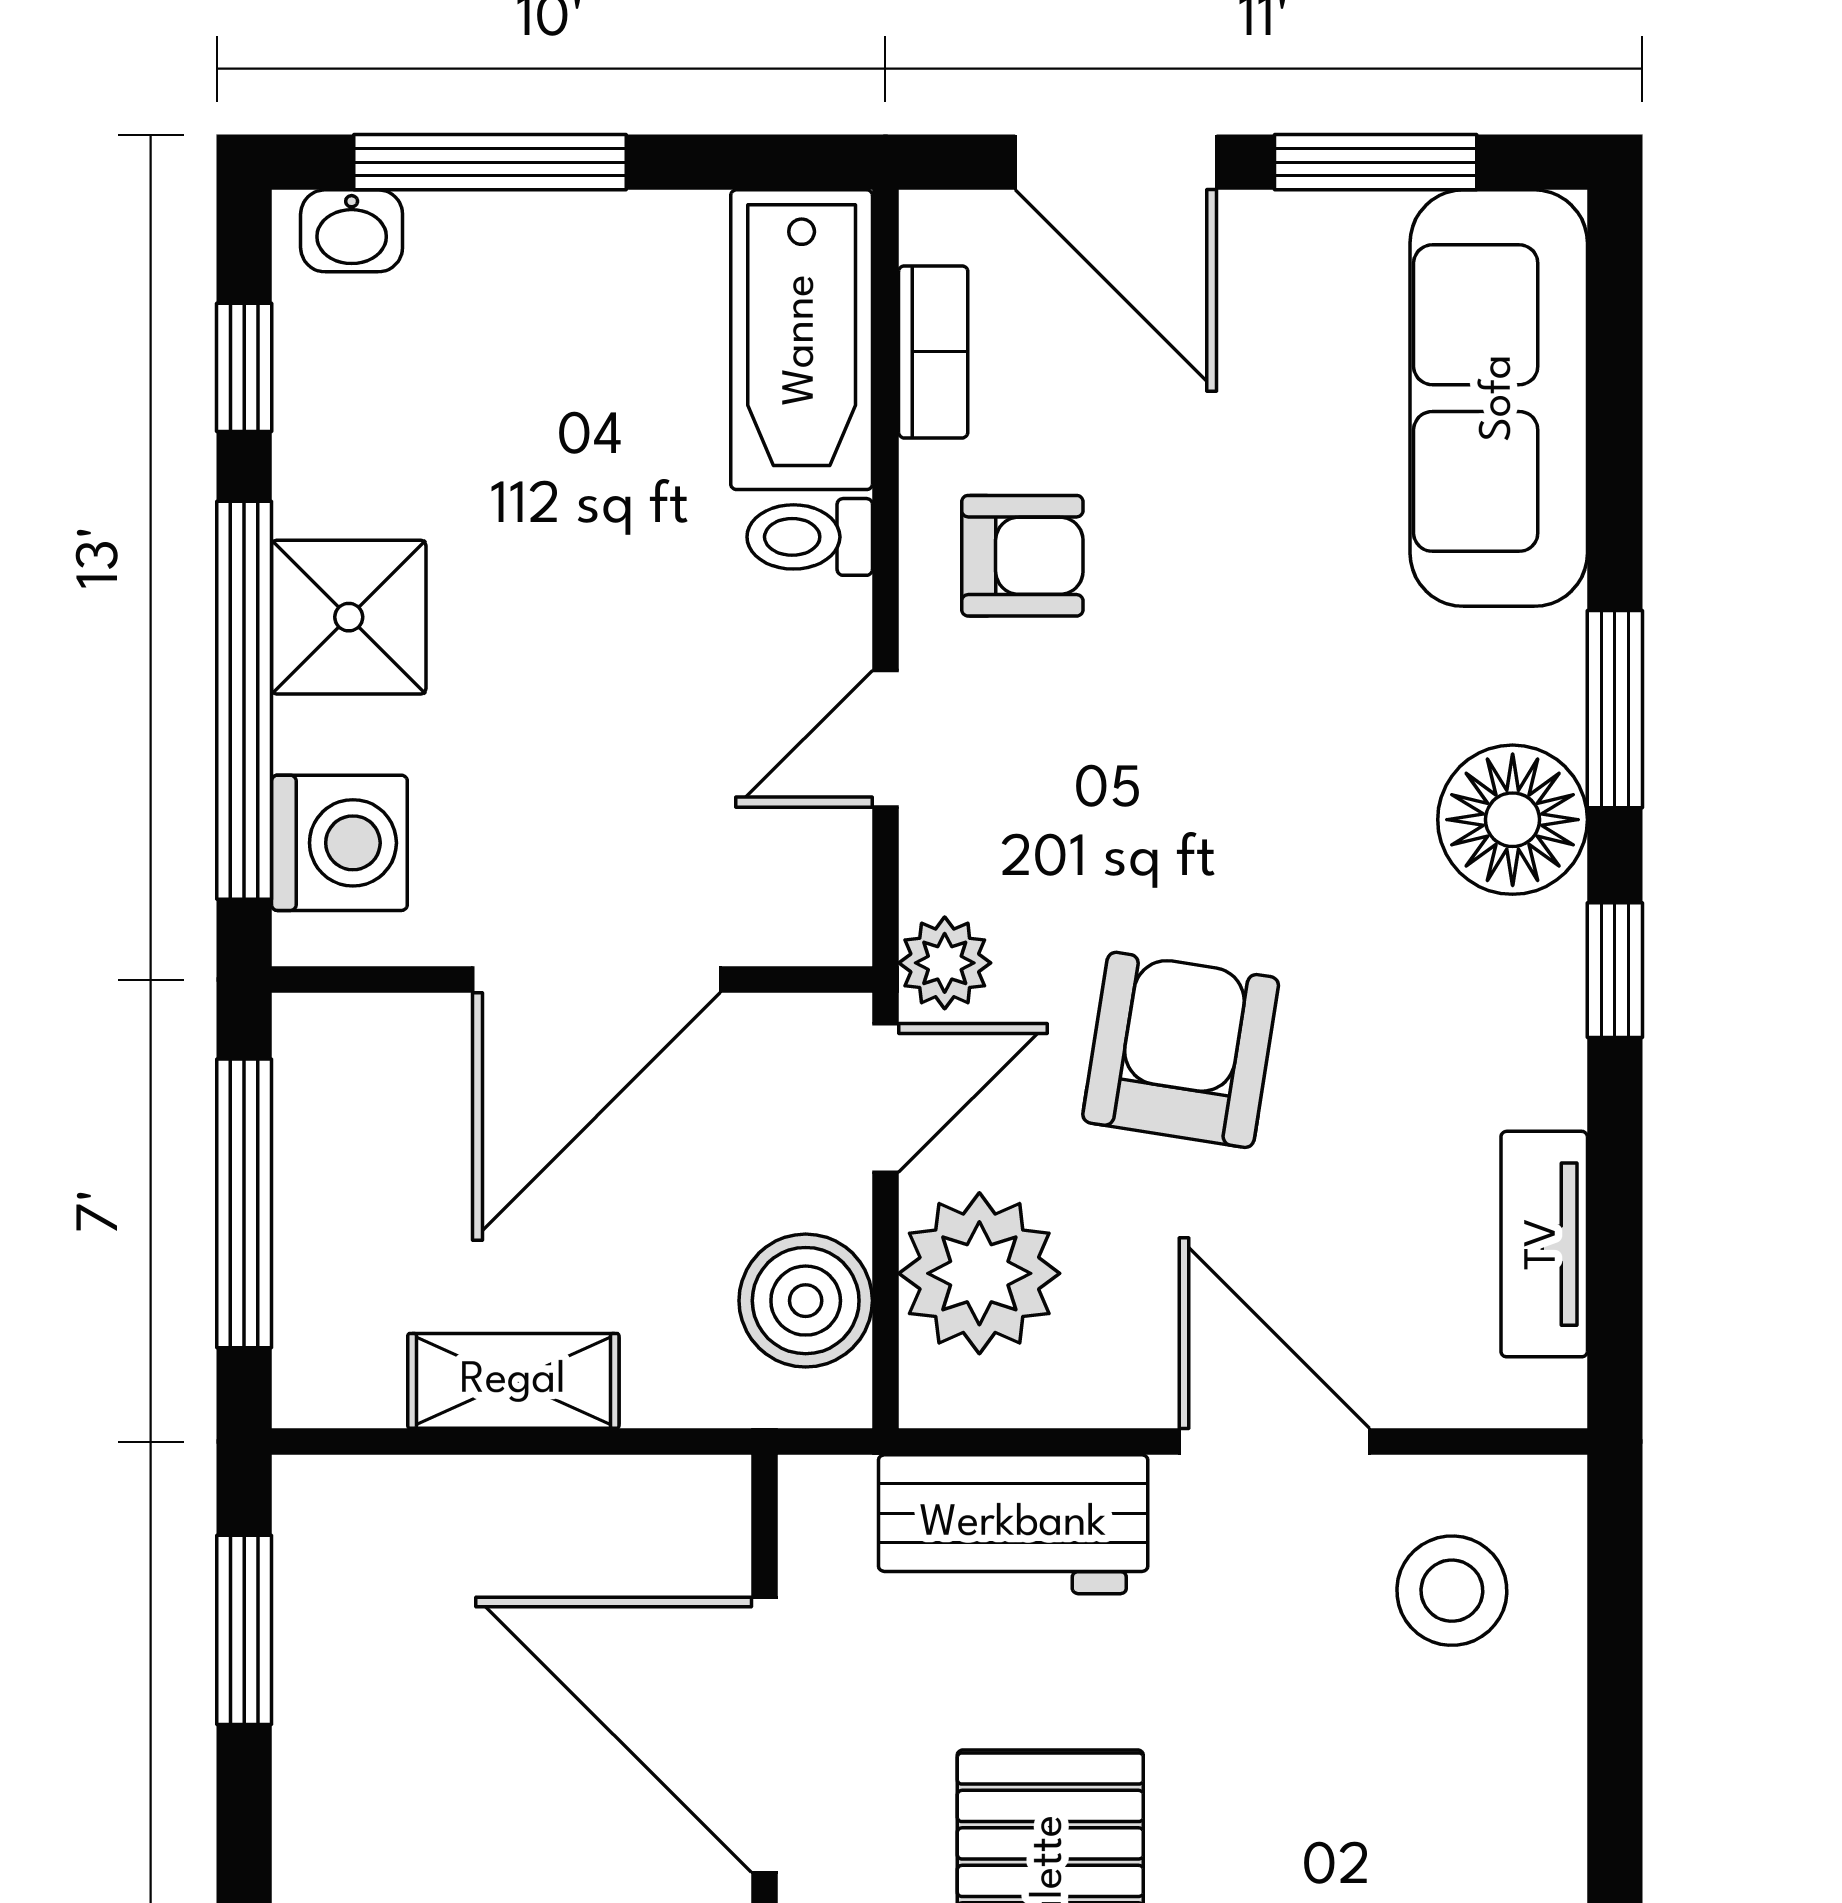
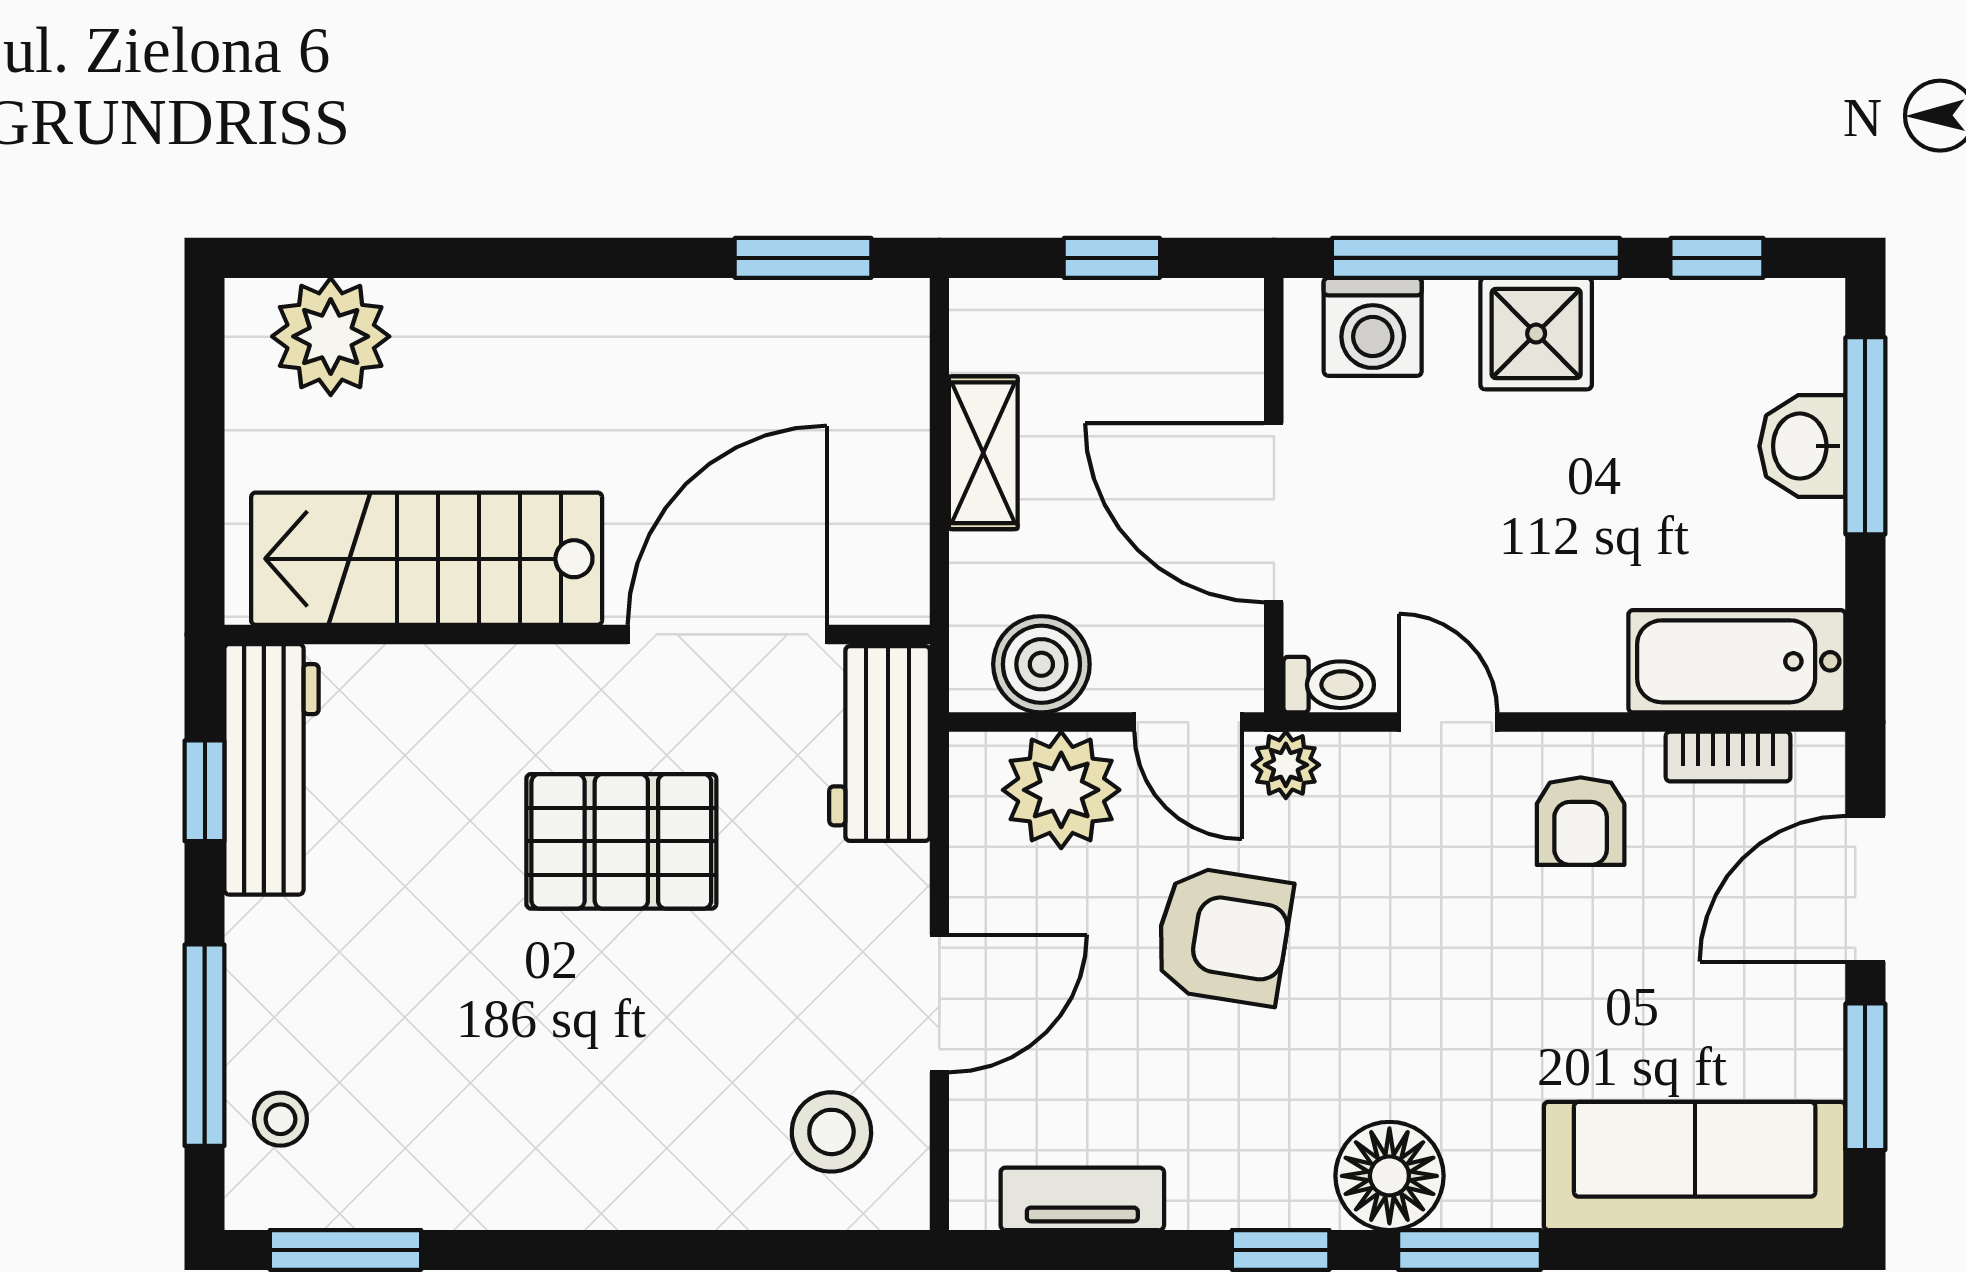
washbasin: (352, 231) -> (1802, 446), moved, width x1.38, depth x1.45
toilet: (810, 537) -> (1329, 685), moved, turned 90
window: (244, 1203) -> (1112, 258), width x0.46
workbench: (1013, 1524) -> (880, 743), moved

